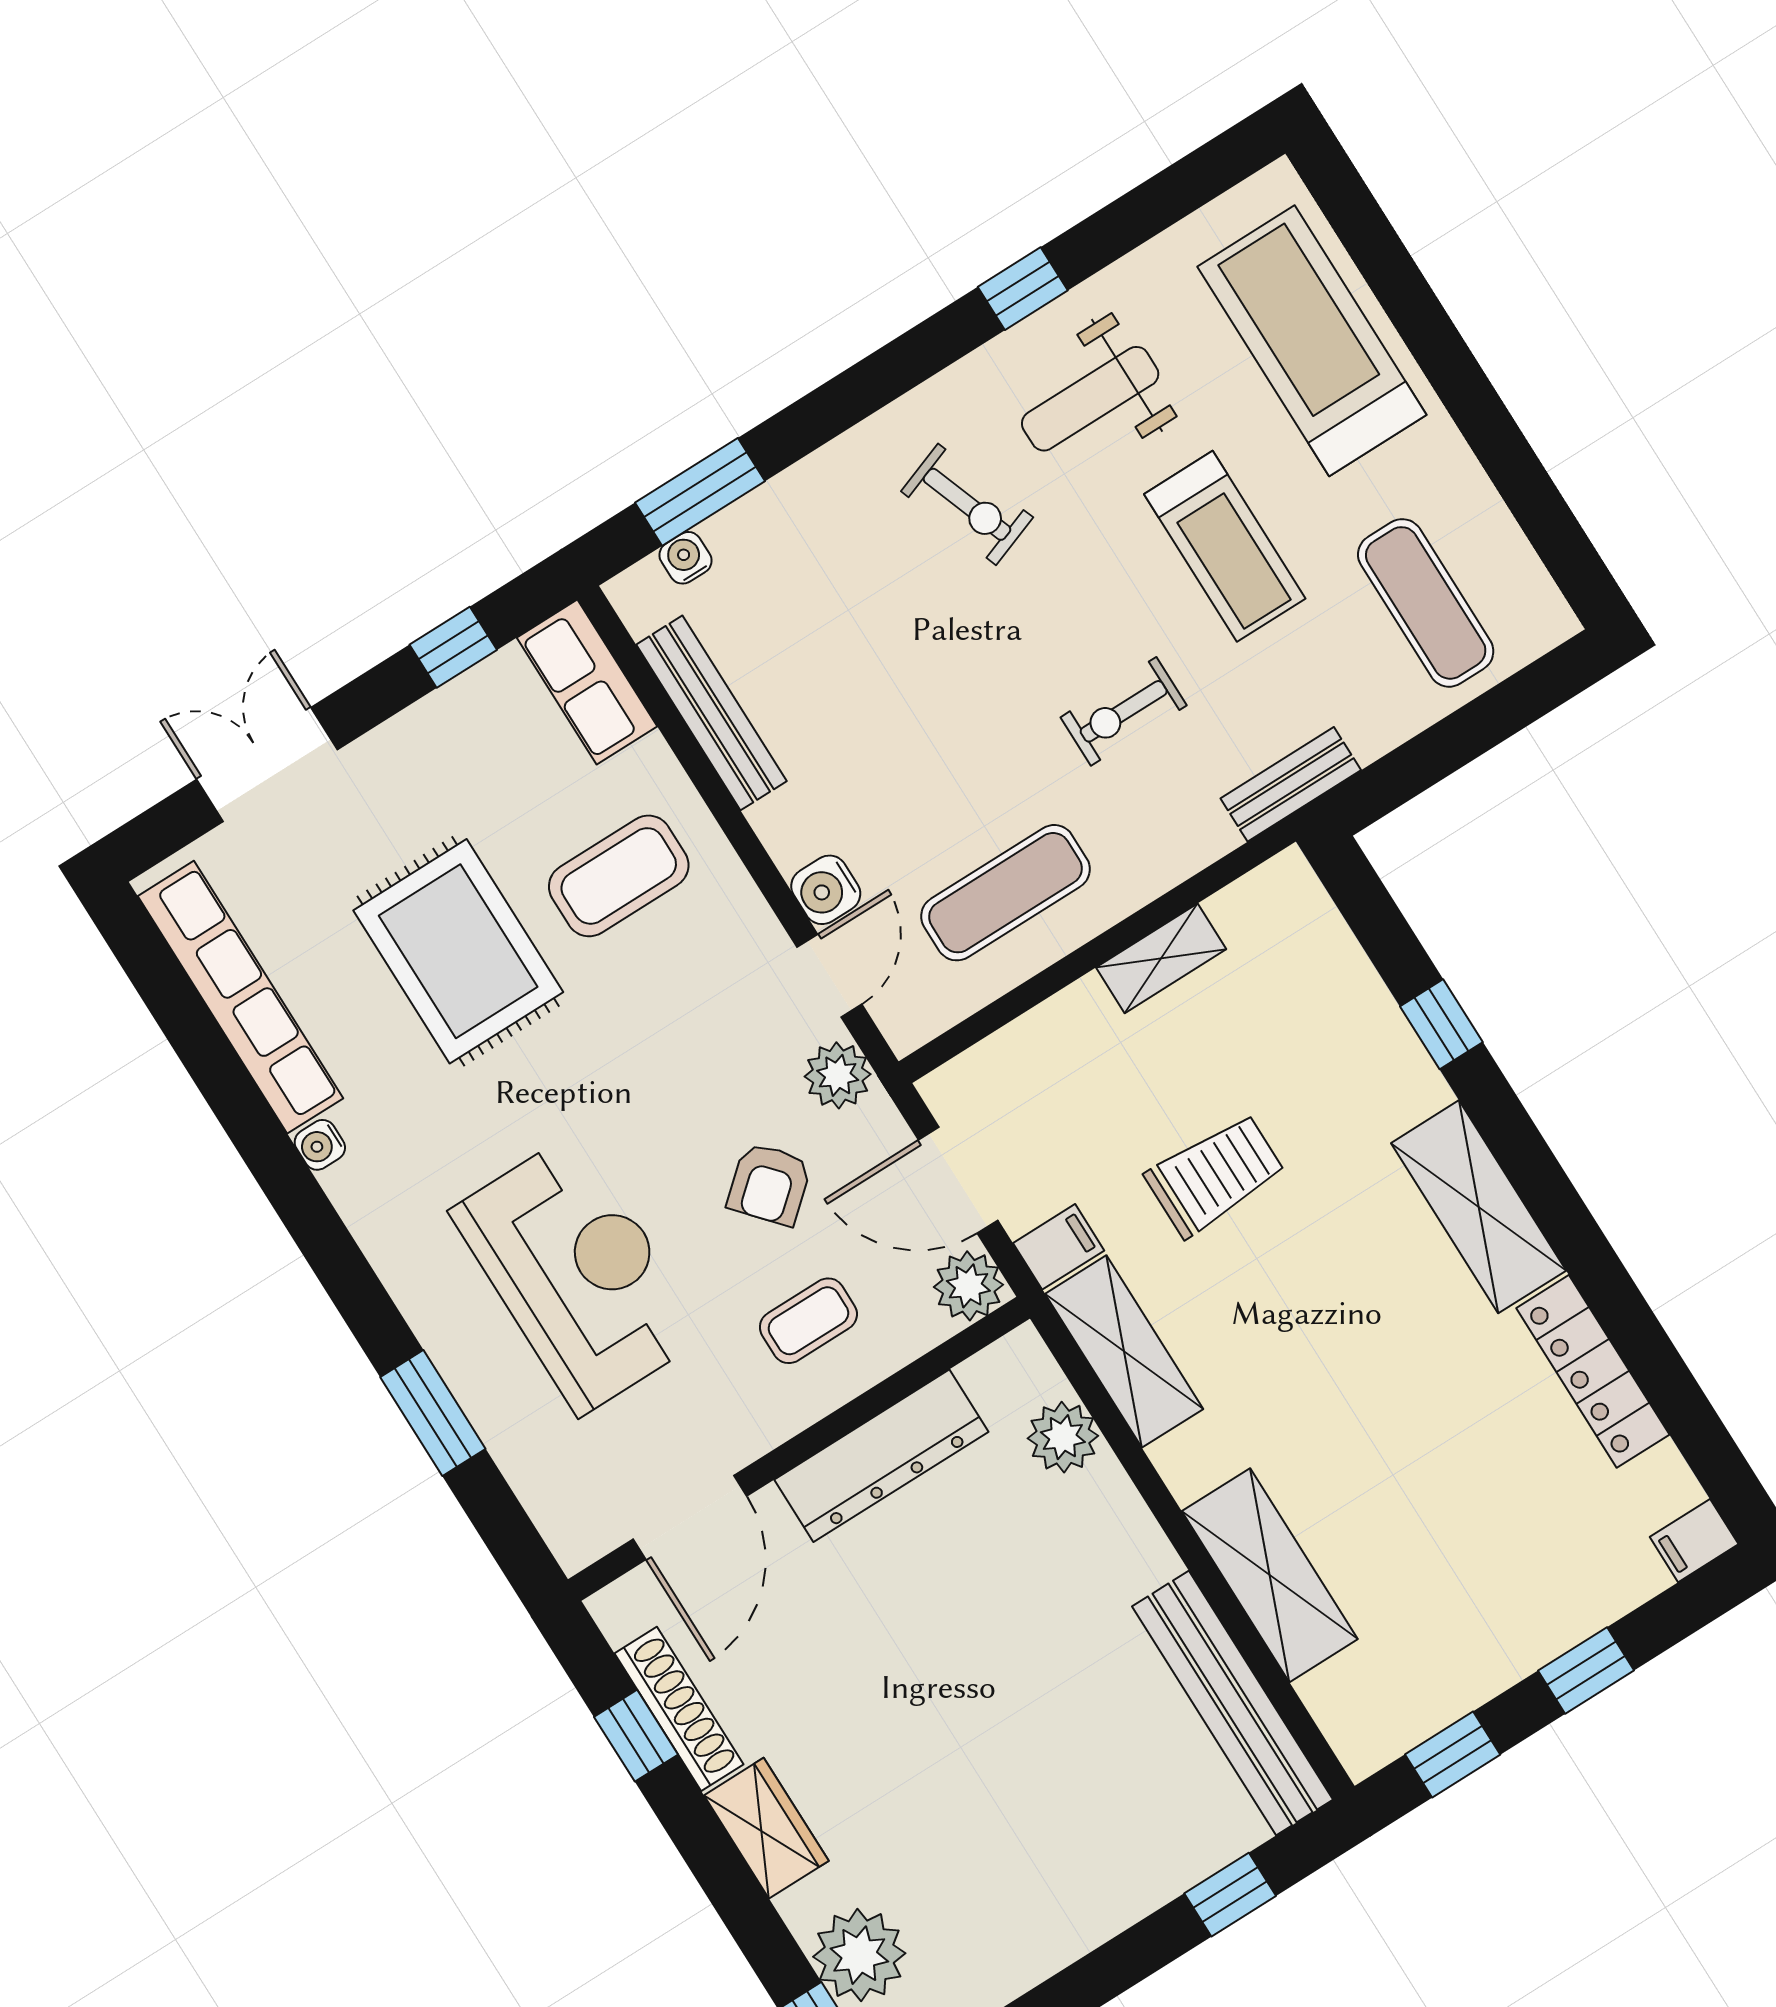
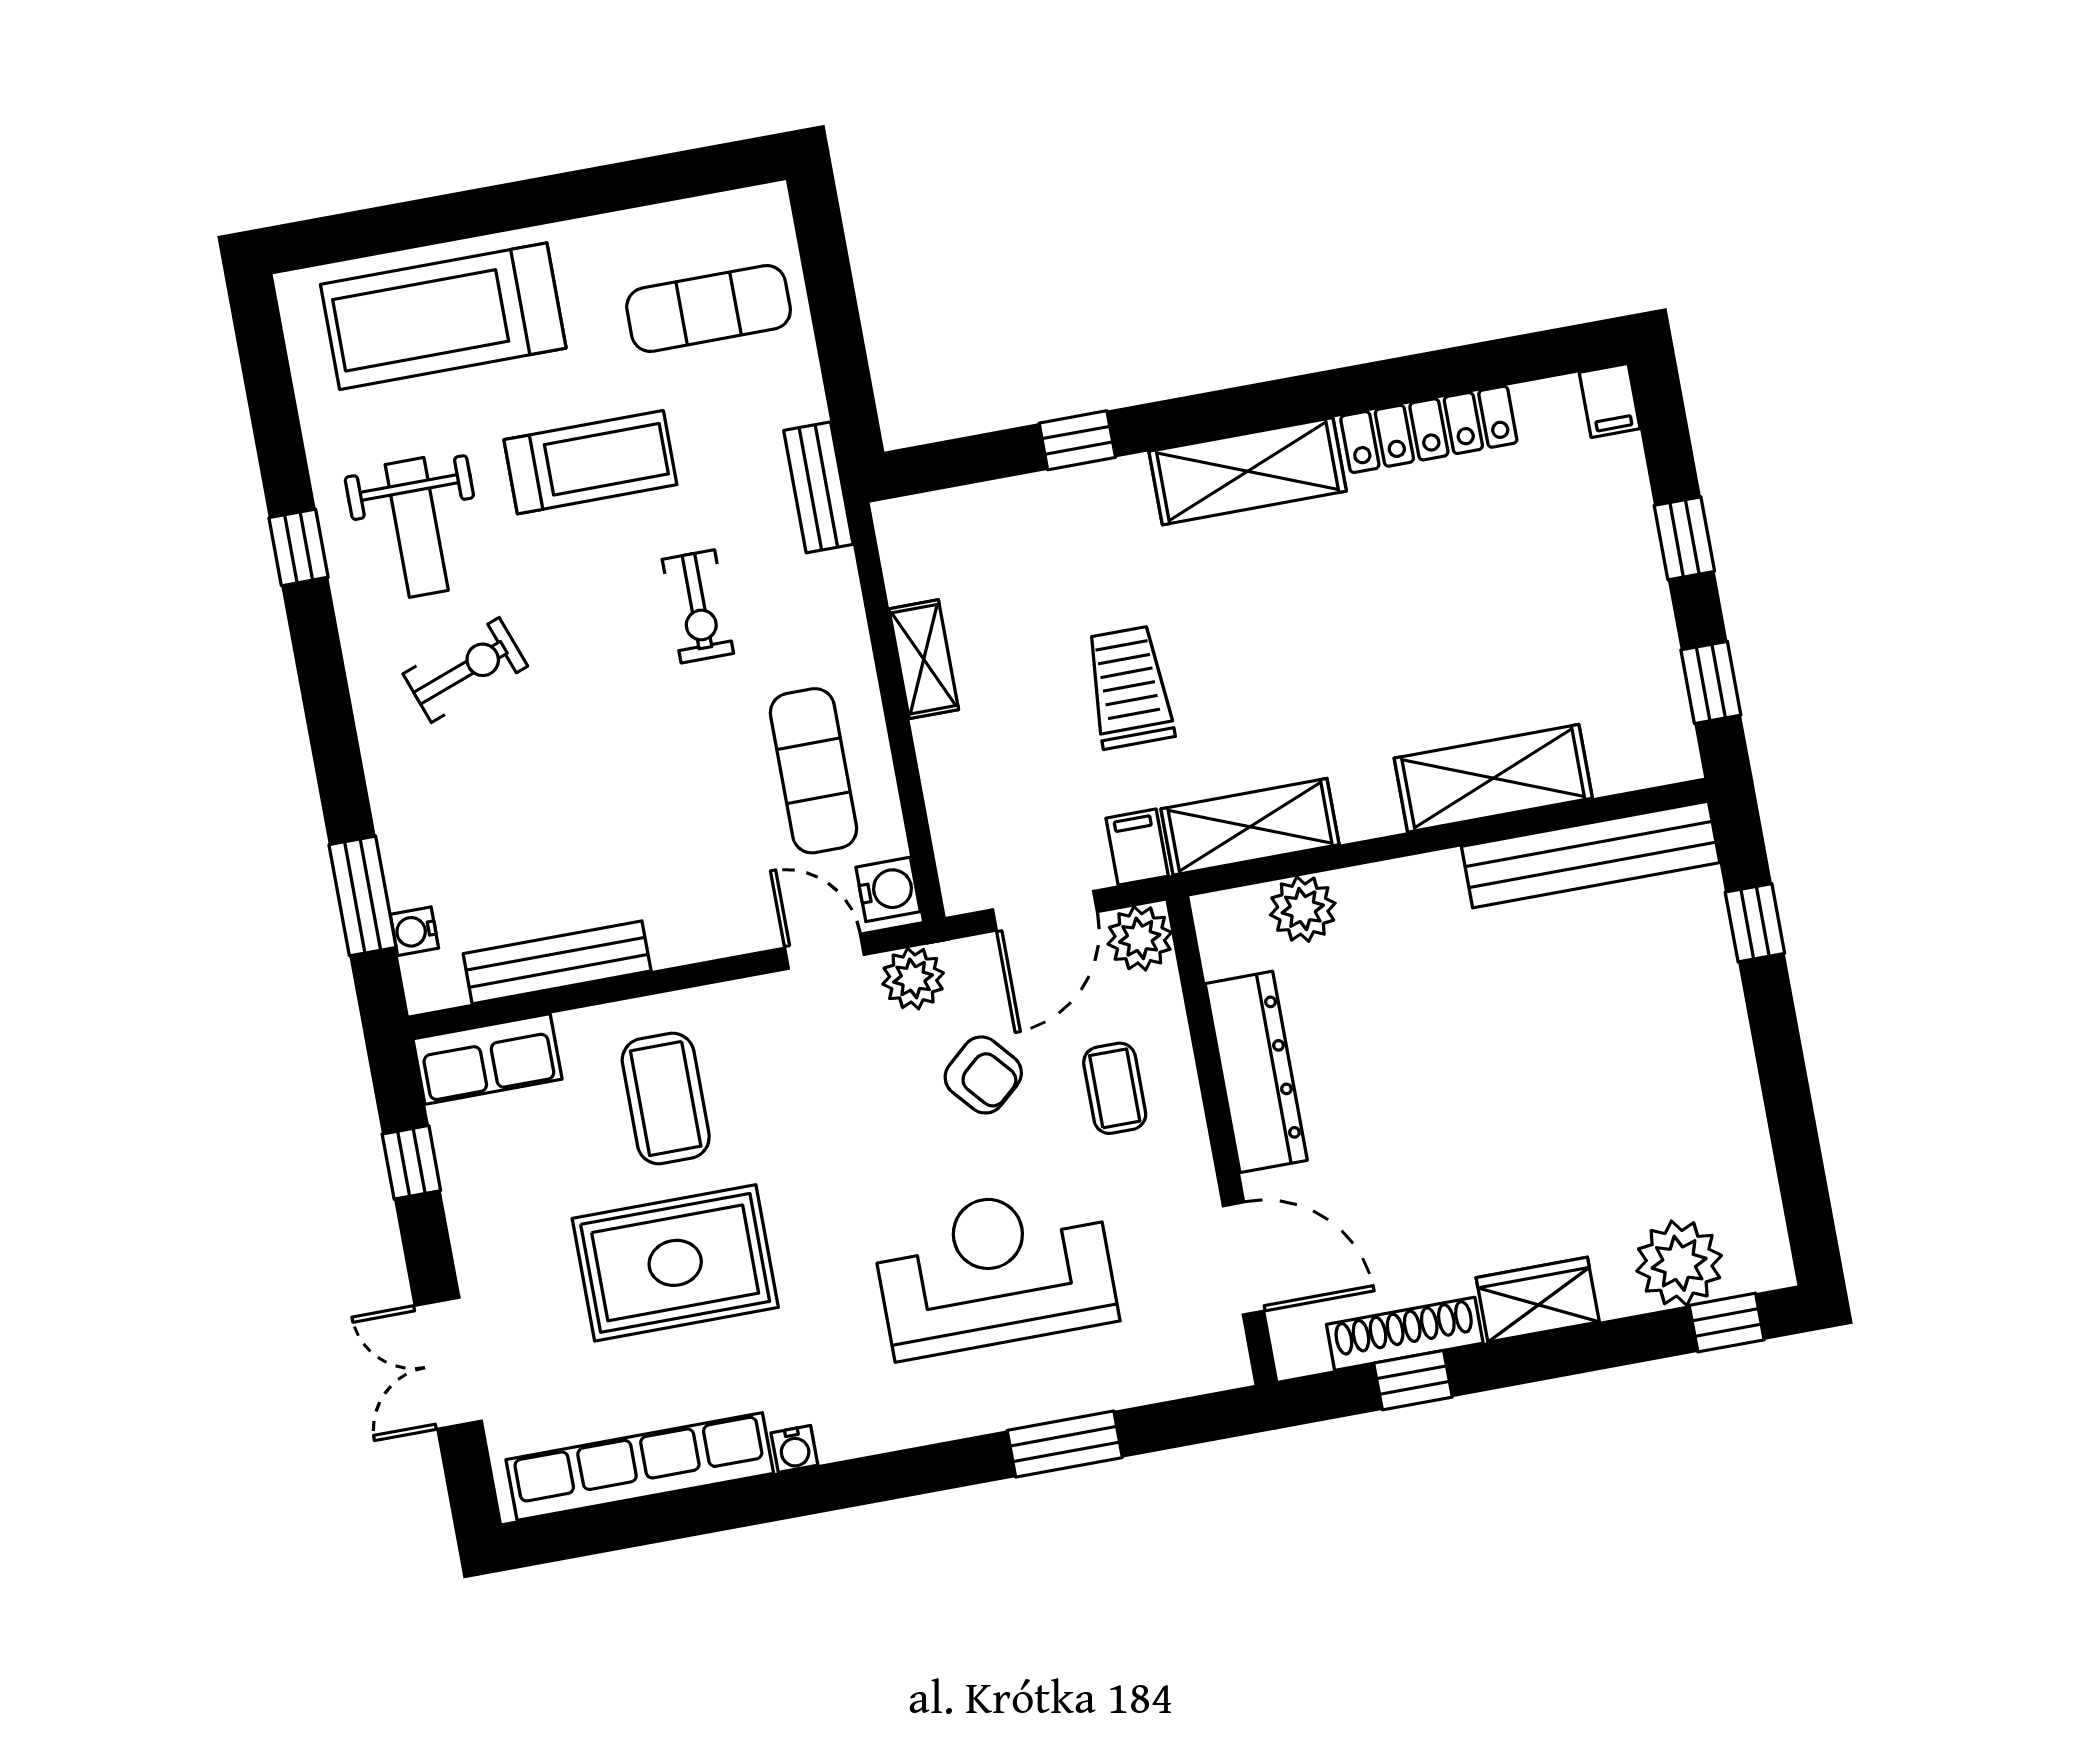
water cooler: (826, 890) -> (888, 889), moved, turned -90

